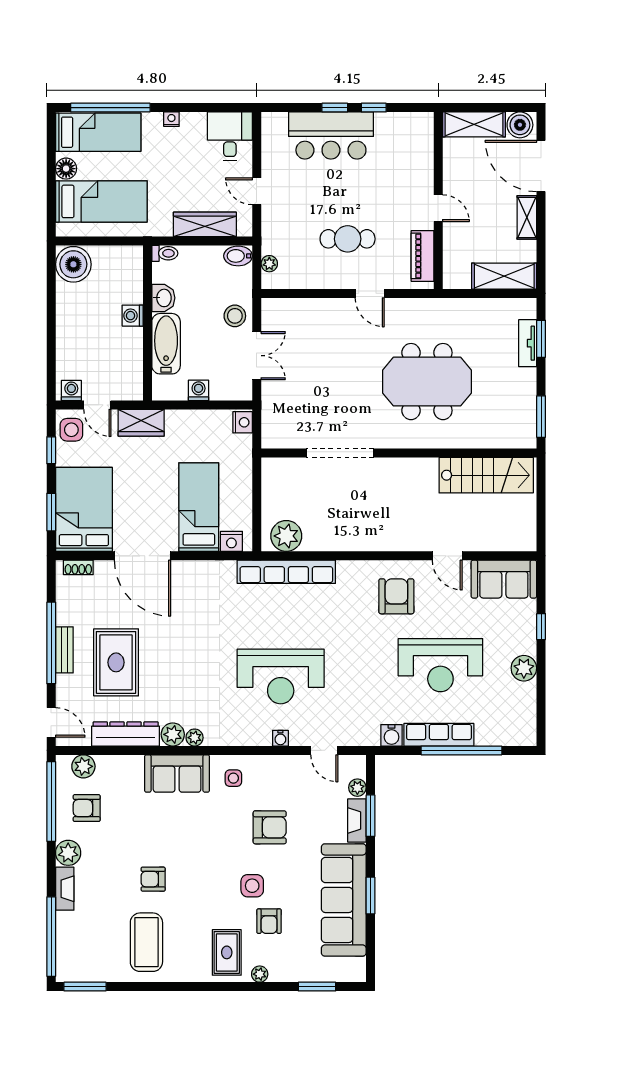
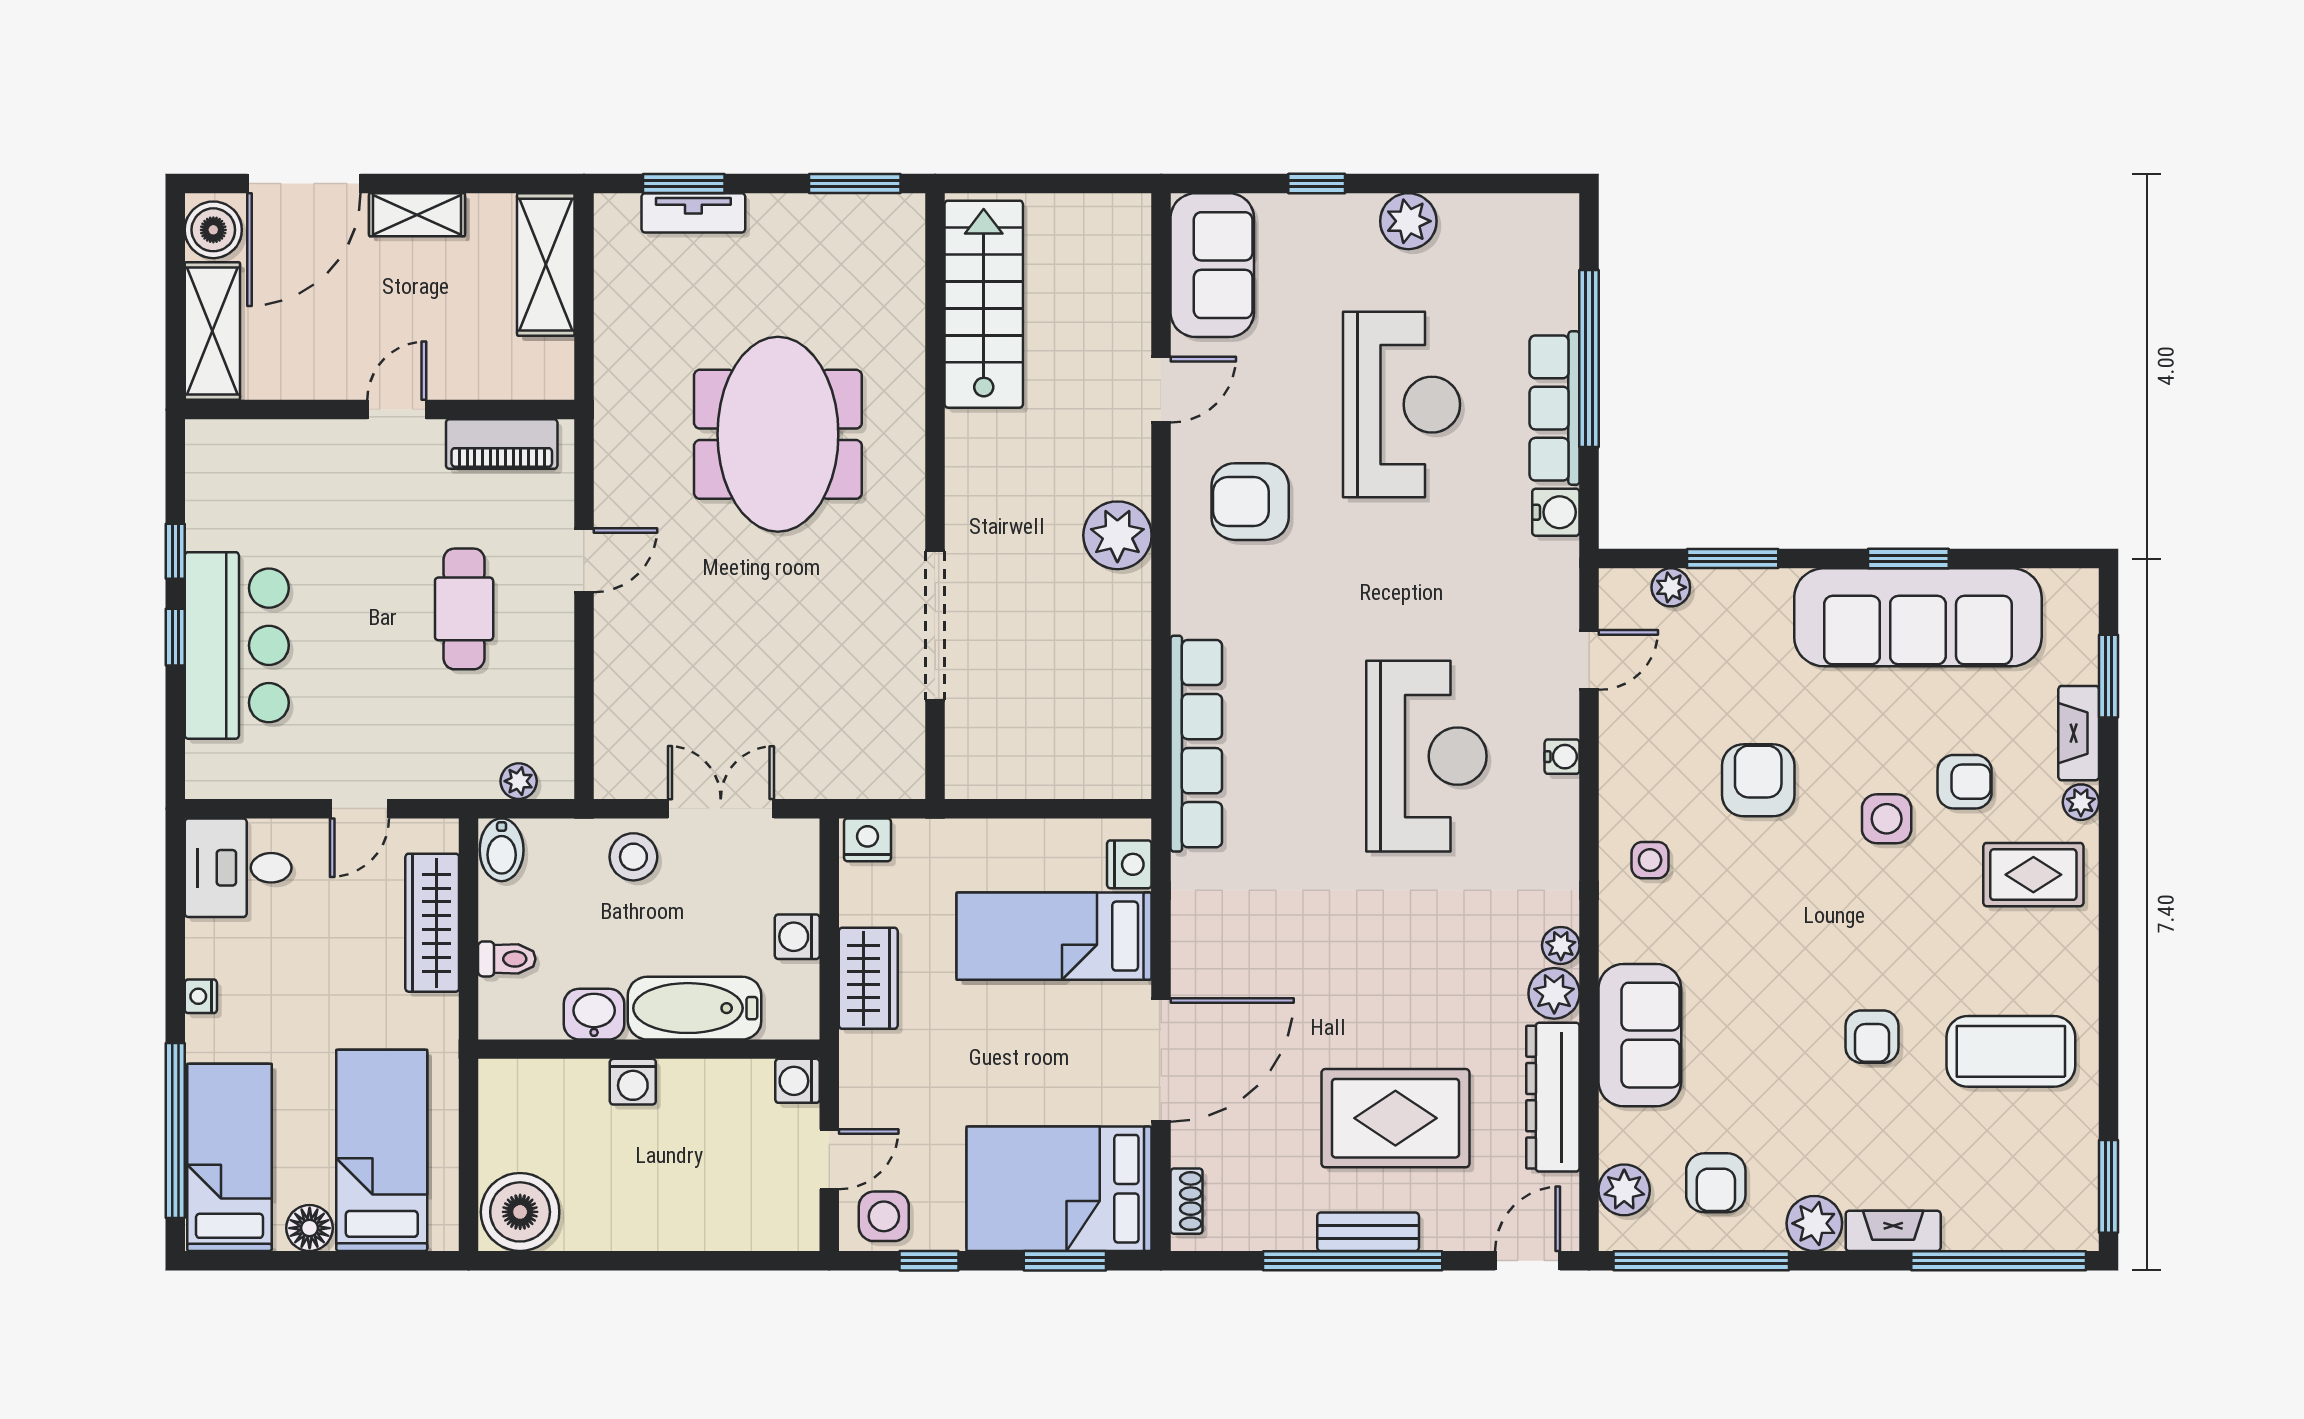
toilet: (165, 253) -> (507, 959), moved, turned 90
washing machine: (71, 390) -> (797, 1081), moved
wardrobe: (141, 423) -> (868, 978), moved
plant: (286, 536) -> (1117, 535), moved
sofa: (177, 774) -> (1640, 1035), moved
fireplace: (357, 821) -> (2079, 733), moved, turned 90

